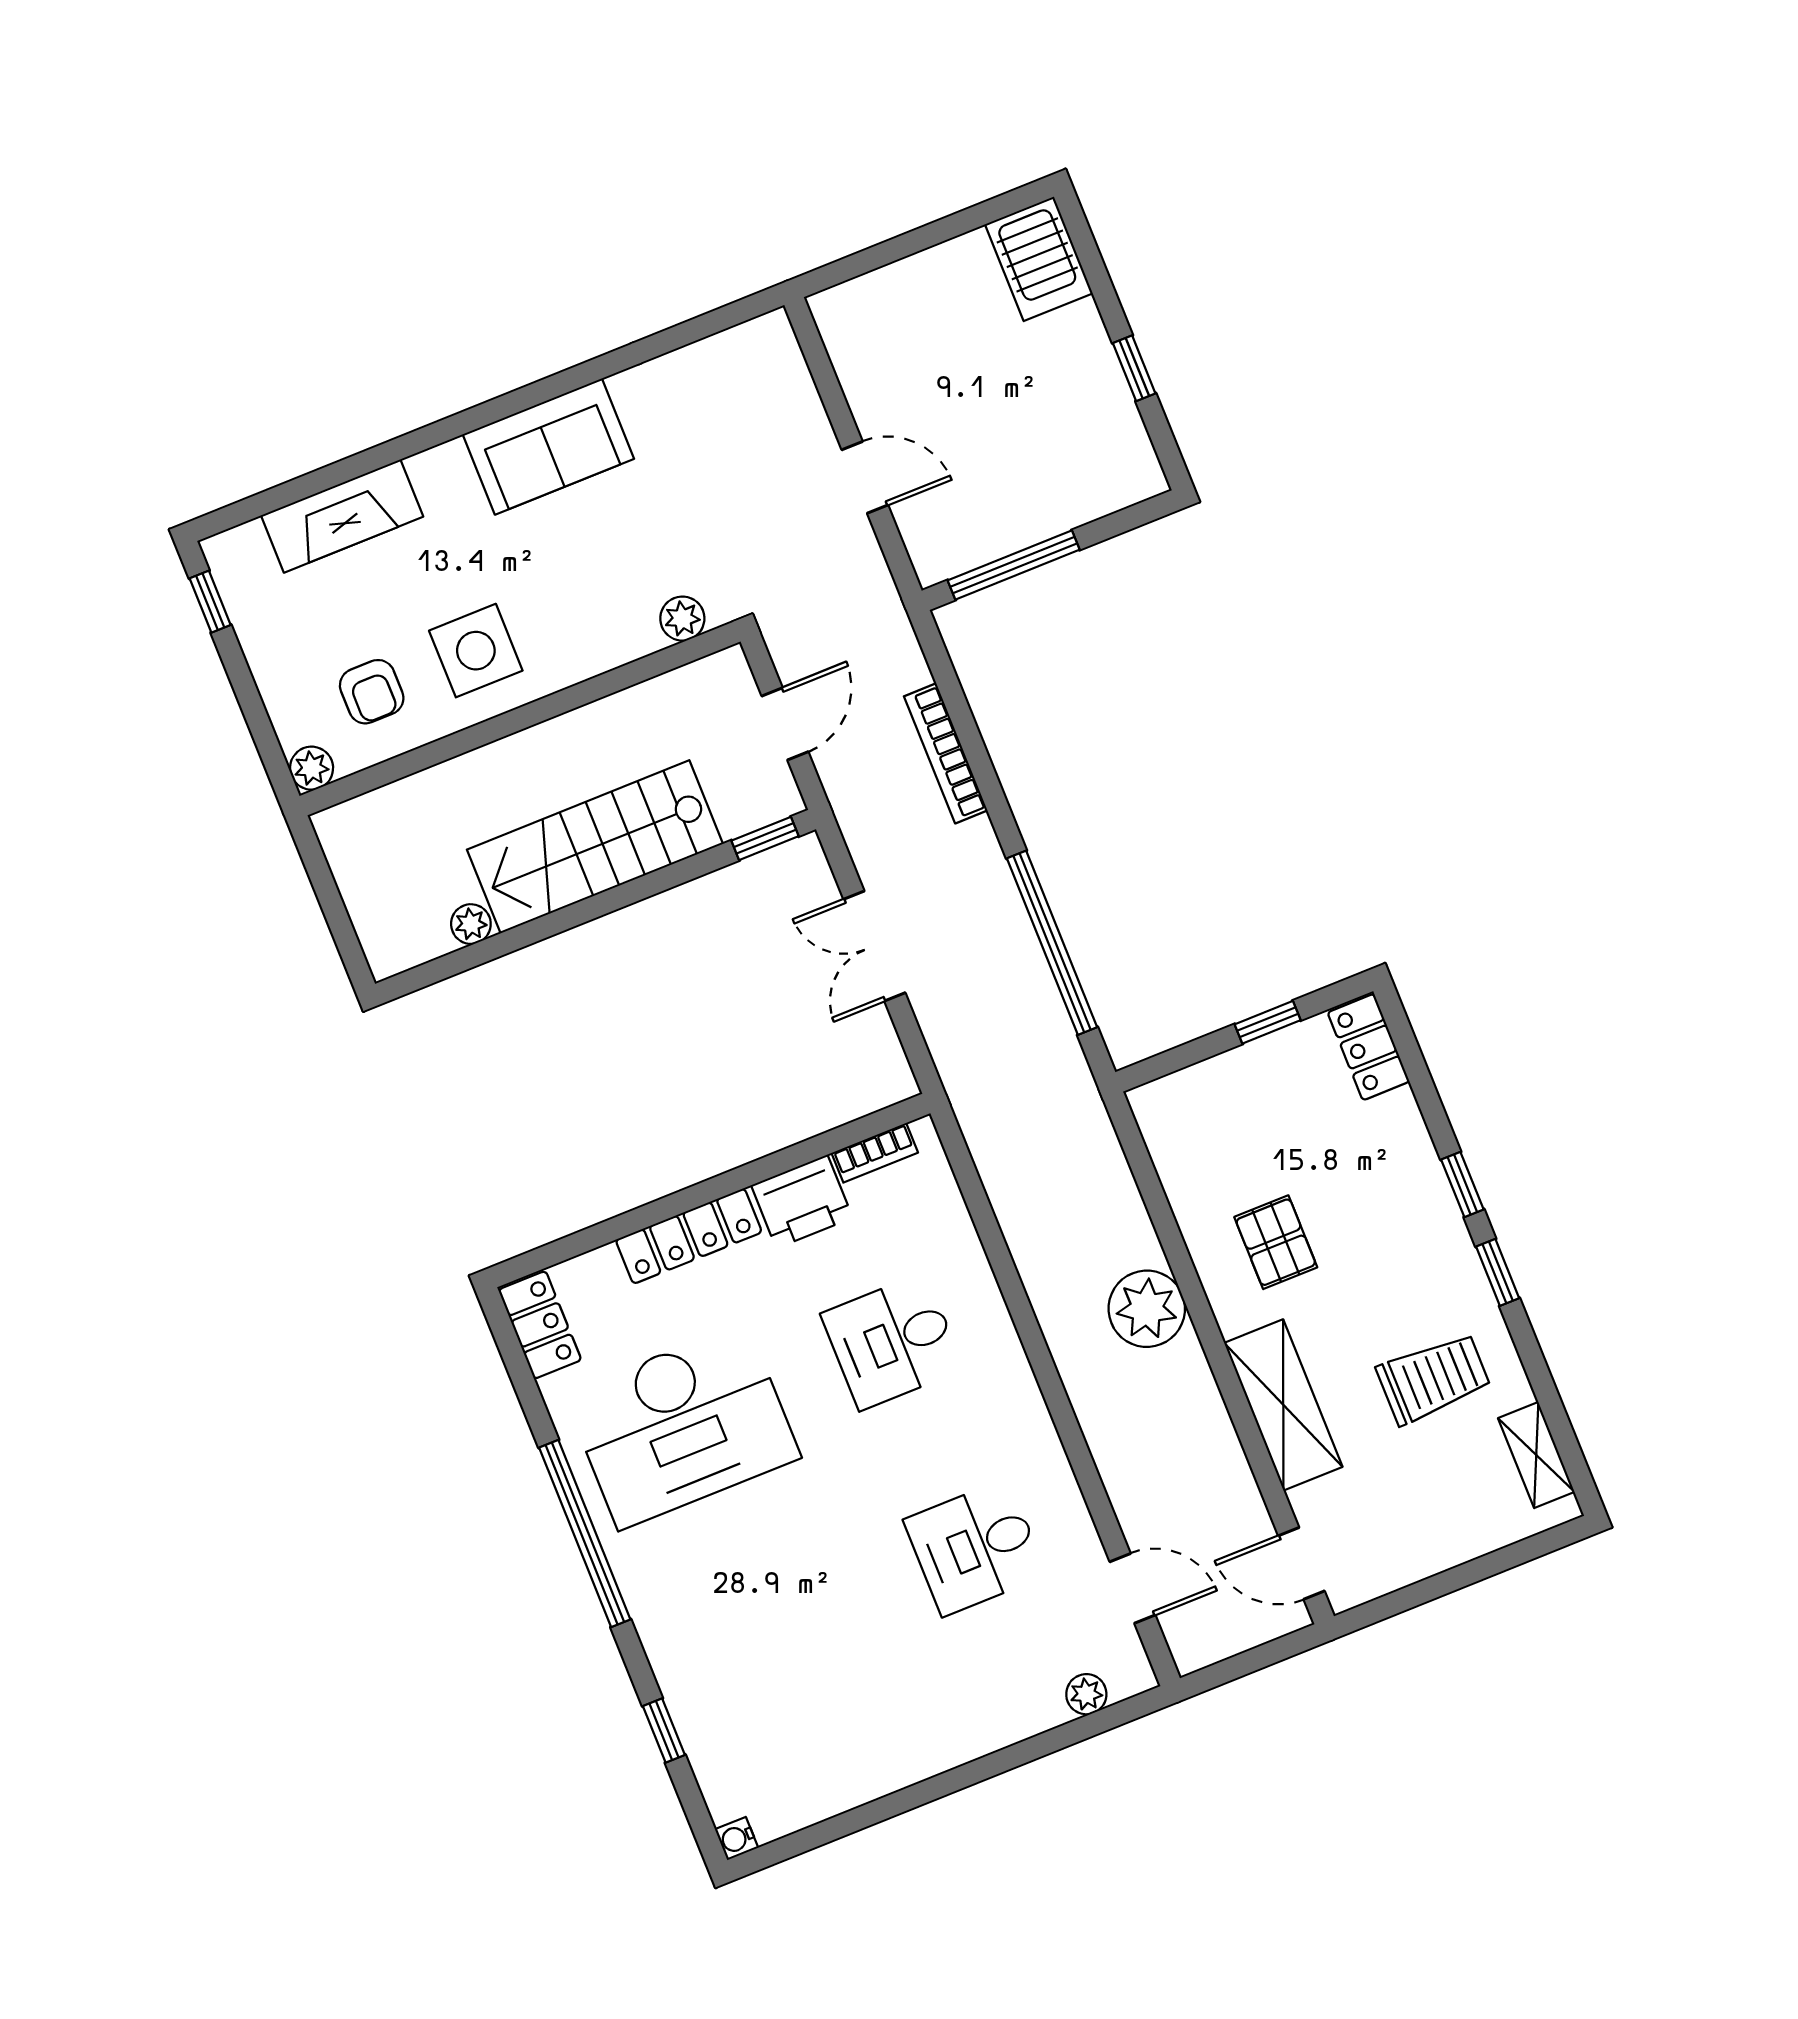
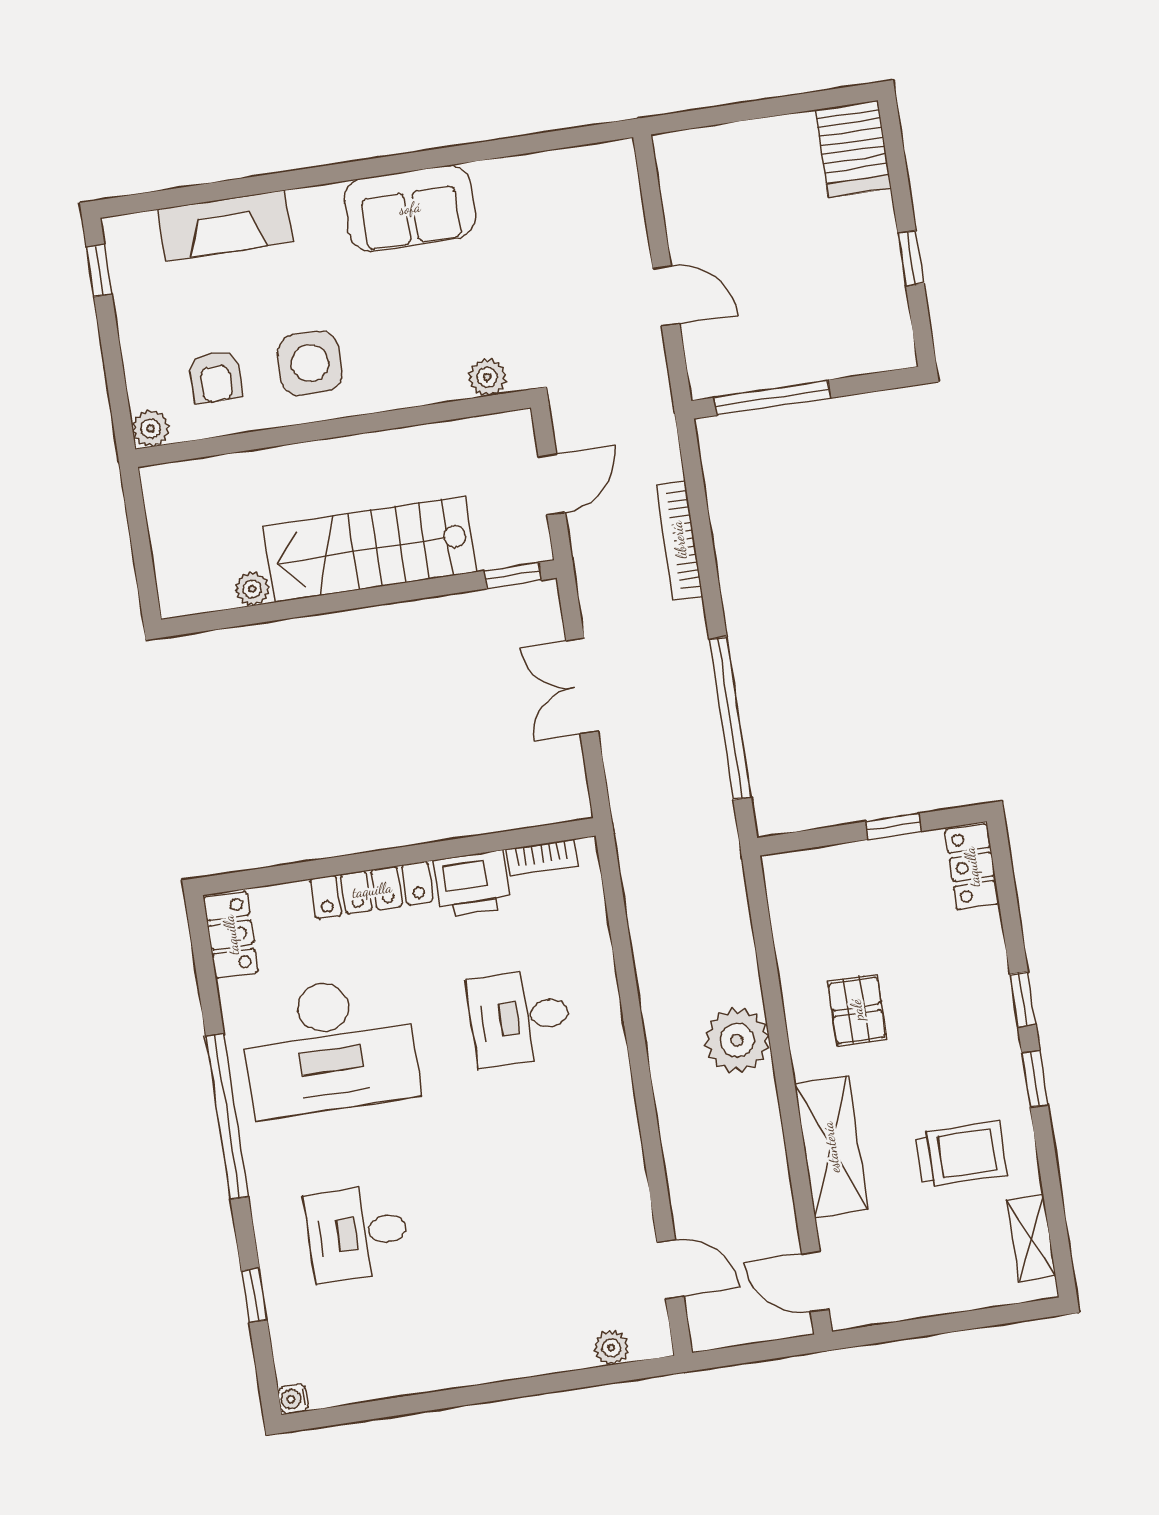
desk: (975, 1547) -> (357, 1233), moved

